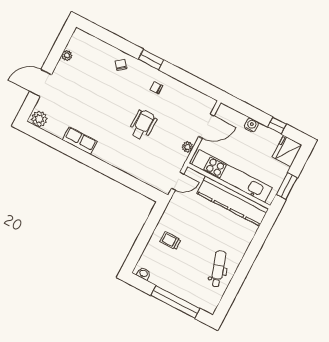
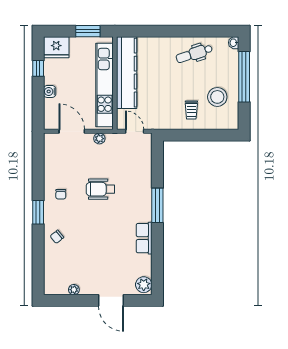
window: (102, 167) -> (157, 205), added
stool: (170, 269) -> (217, 97), added
washbasin: (143, 274) -> (234, 43), moved

